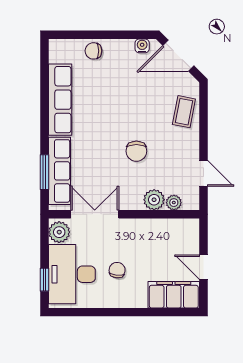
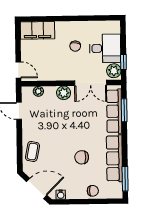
window: (44, 69) -> (125, 179), added
chair: (136, 151) -> (82, 157), moved, turned -90
plant: (154, 200) -> (64, 93), moved
door: (203, 267) -> (18, 70), moved
desk: (72, 274) -> (105, 48), width x0.73
window: (44, 280) -> (123, 62), moved

